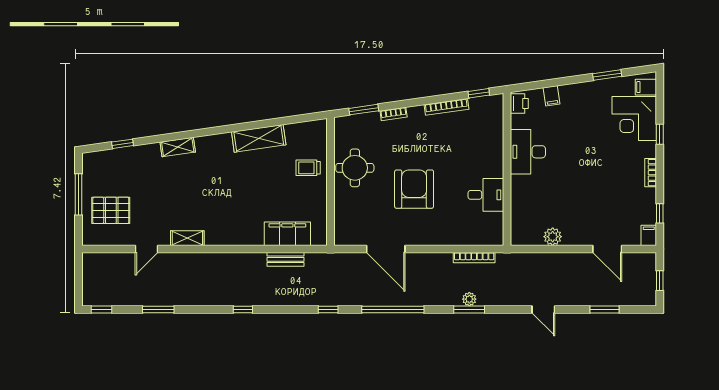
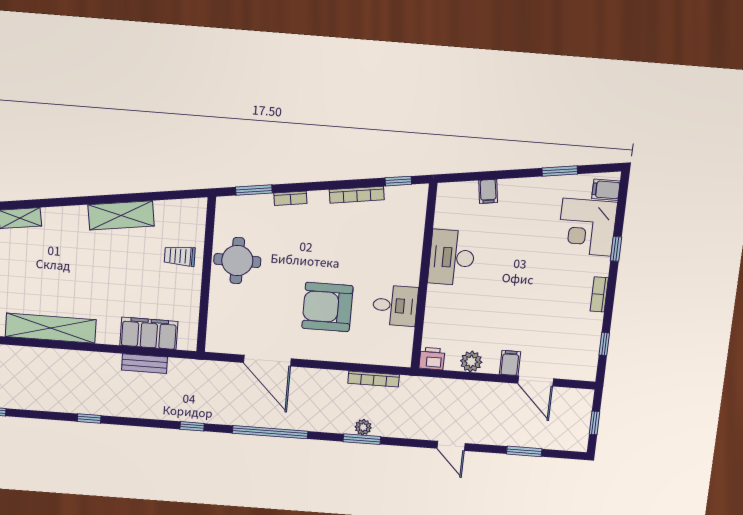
printer: (519, 104) -> (432, 358), moved, turned -90
armchair: (414, 189) -> (327, 307), moved, turned -90
filing cabinet: (649, 235) -> (510, 363), moved
shelving: (187, 238) -> (51, 328), width x2.20, depth x1.33

